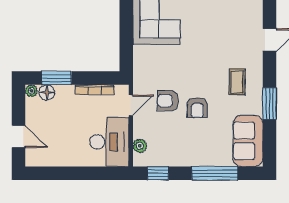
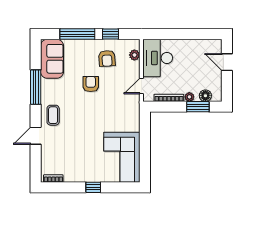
coffee table: (237, 82) -> (53, 115), moved
plant: (31, 91) -> (189, 97), moved
armchair: (168, 101) -> (107, 58), moved, turned 84
window: (270, 104) -> (36, 87), width x1.44
window: (158, 173) -> (110, 34), moved

